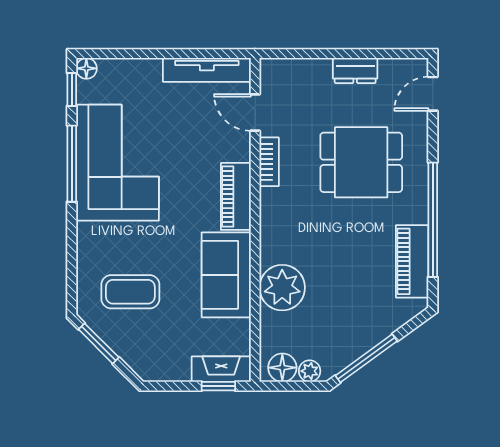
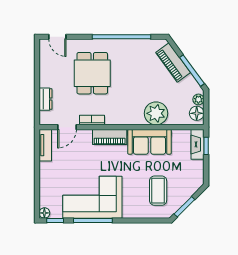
tv unit: (207, 70) -> (45, 145), width x0.71
dresser: (355, 70) -> (46, 99), moved
piano: (412, 261) -> (173, 63), moved, turned 54

